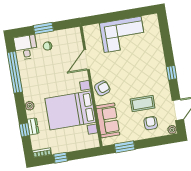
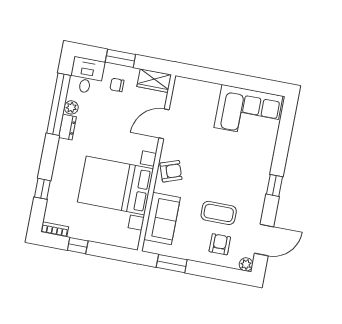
wardrobe: (70, 34) -> (154, 81), added
corner sofa: (123, 34) -> (248, 112), moved
plant: (30, 106) -> (71, 107), moved
dresser: (33, 126) -> (68, 127), moved

